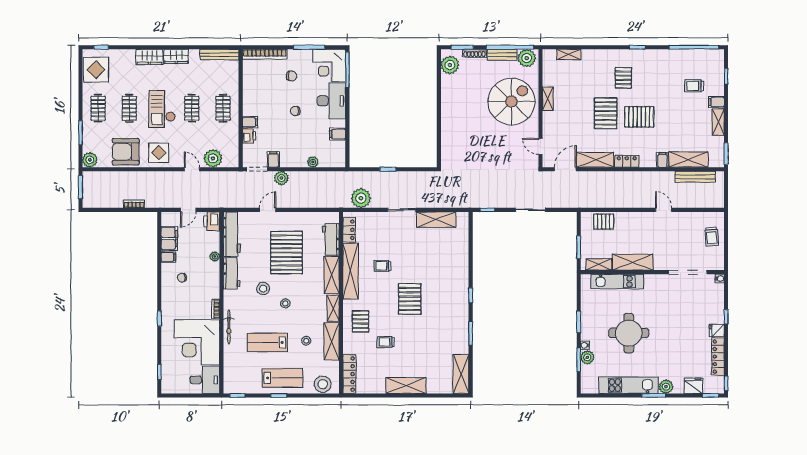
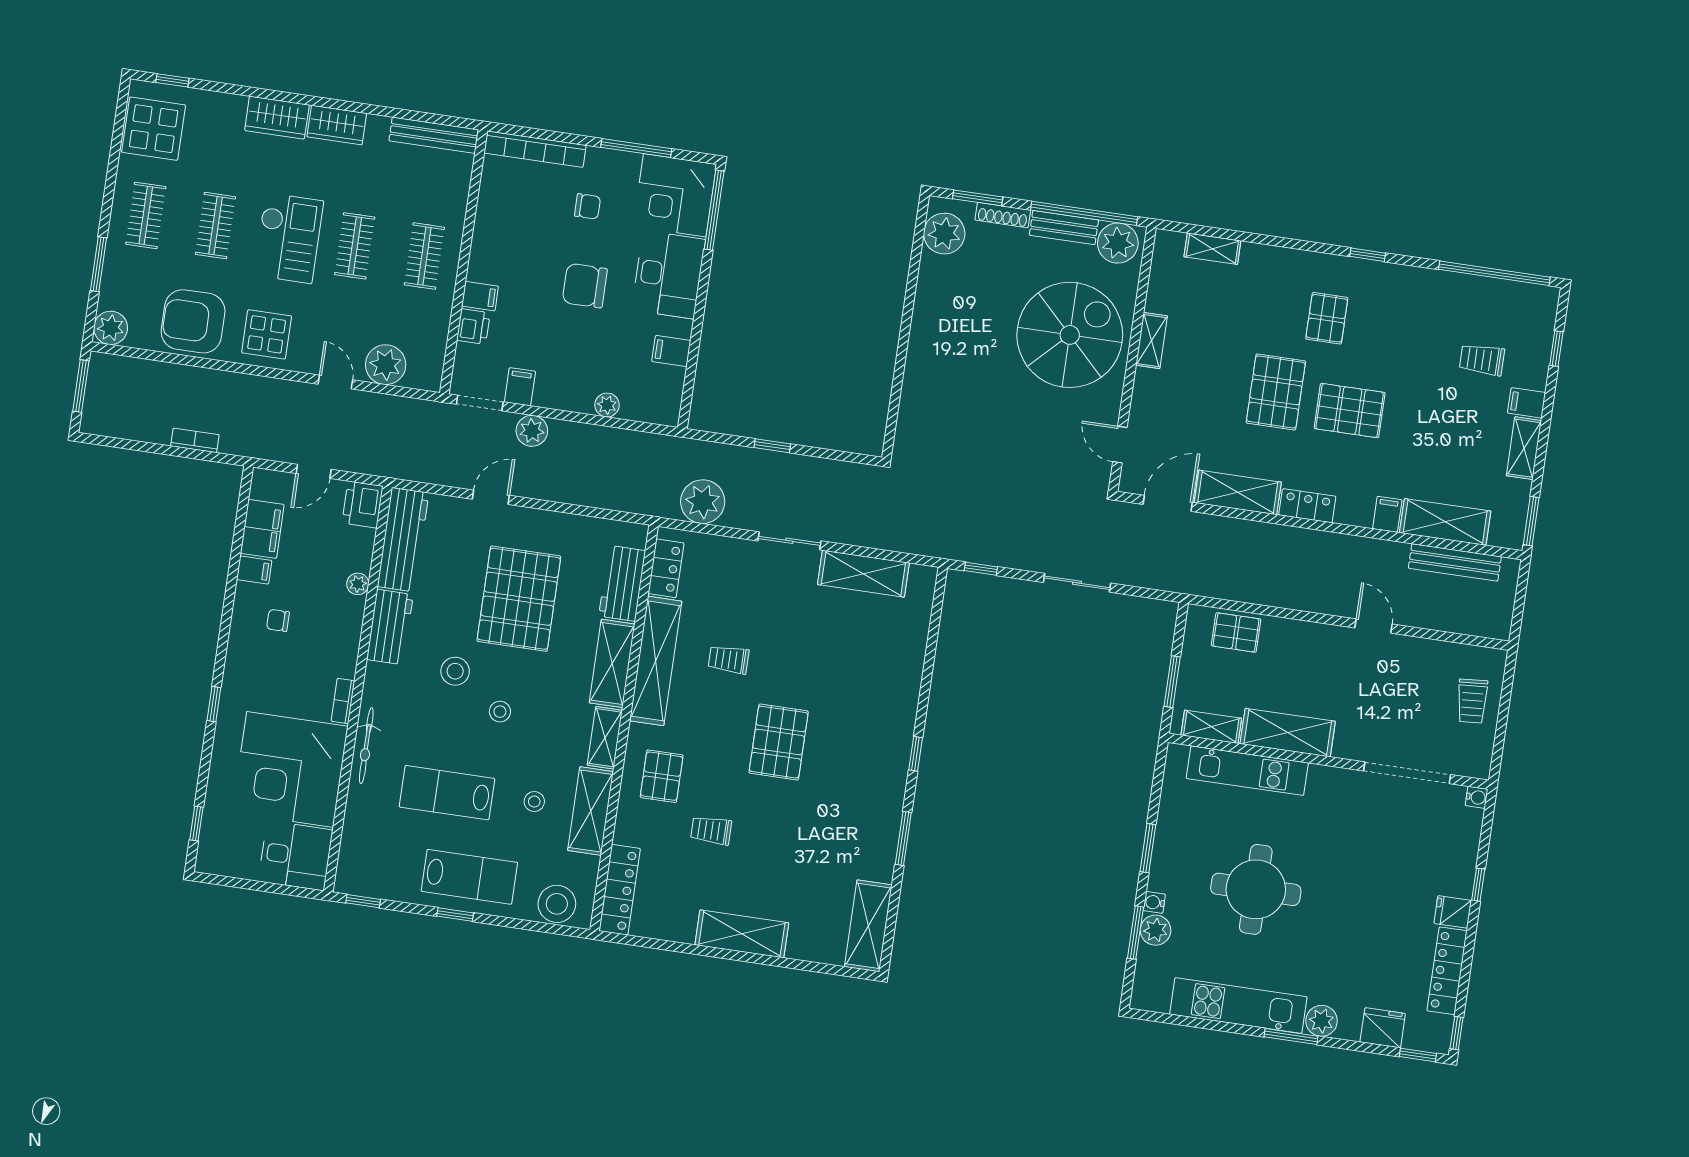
checkout: (162, 109) -> (288, 238), turned 180
chair: (295, 111) -> (585, 286), width x1.87, depth x1.87

